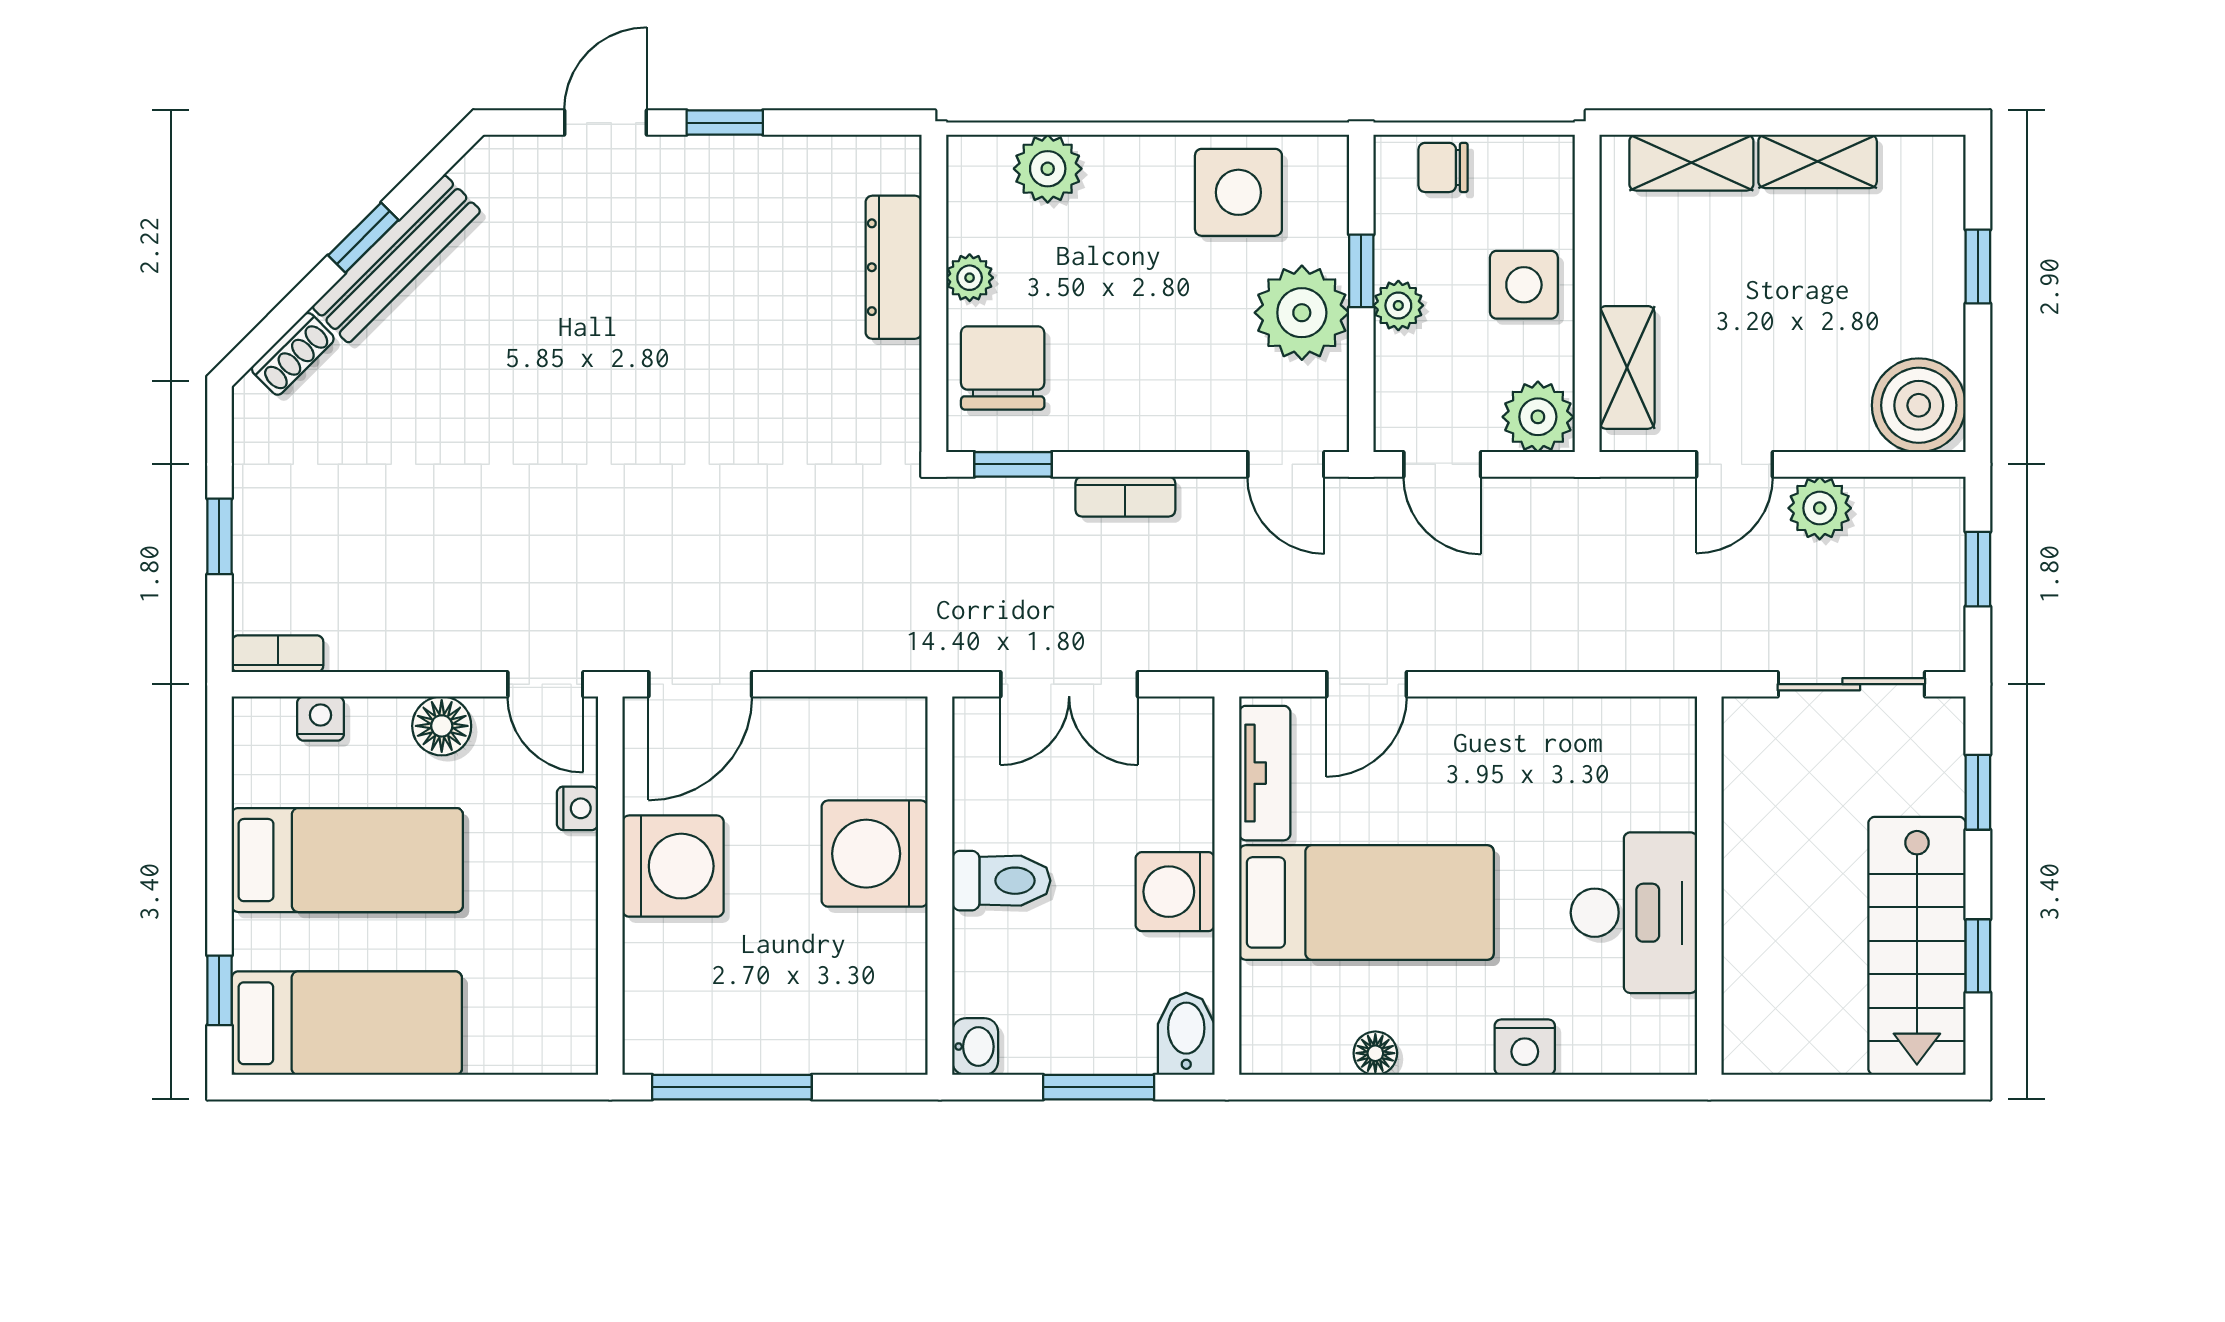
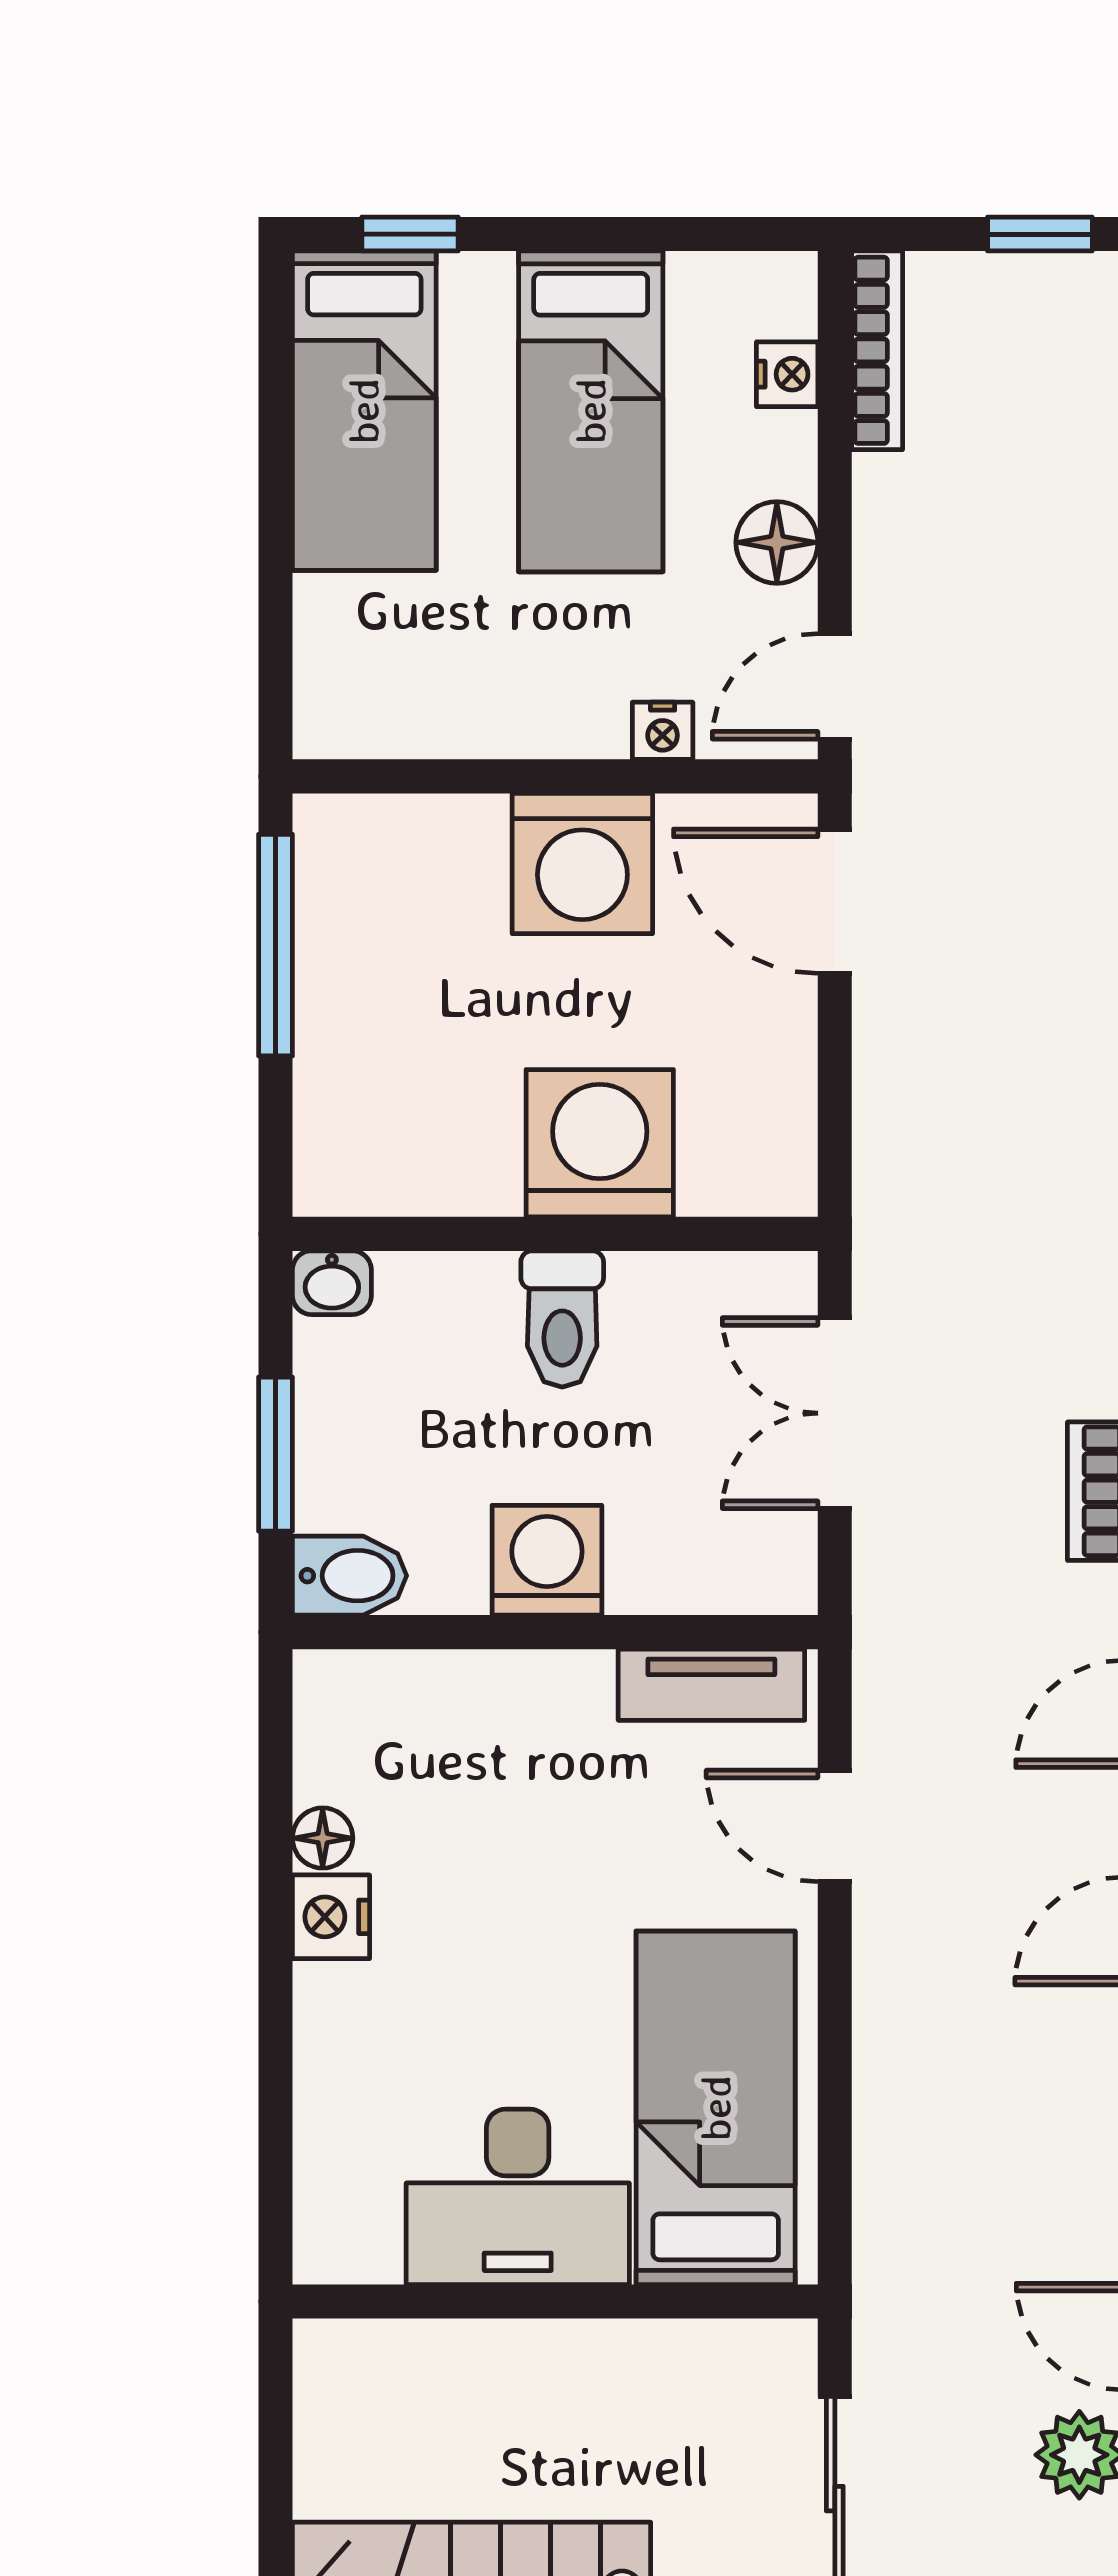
bookcase: (278, 654) -> (877, 350), width x1.56
bed: (1366, 902) -> (716, 2108), moved, turned 180
nightstand: (1525, 1047) -> (331, 1917), moved

